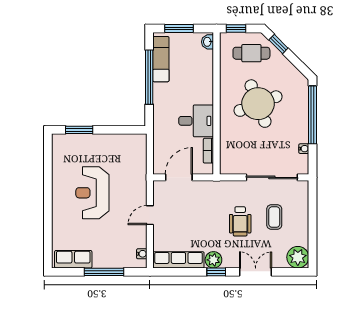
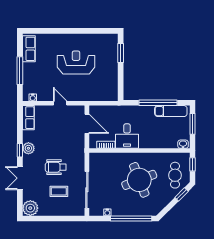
row of seats: (178, 260) -> (28, 118), width x0.68
double door: (256, 272) -> (20, 178), swing flipped

